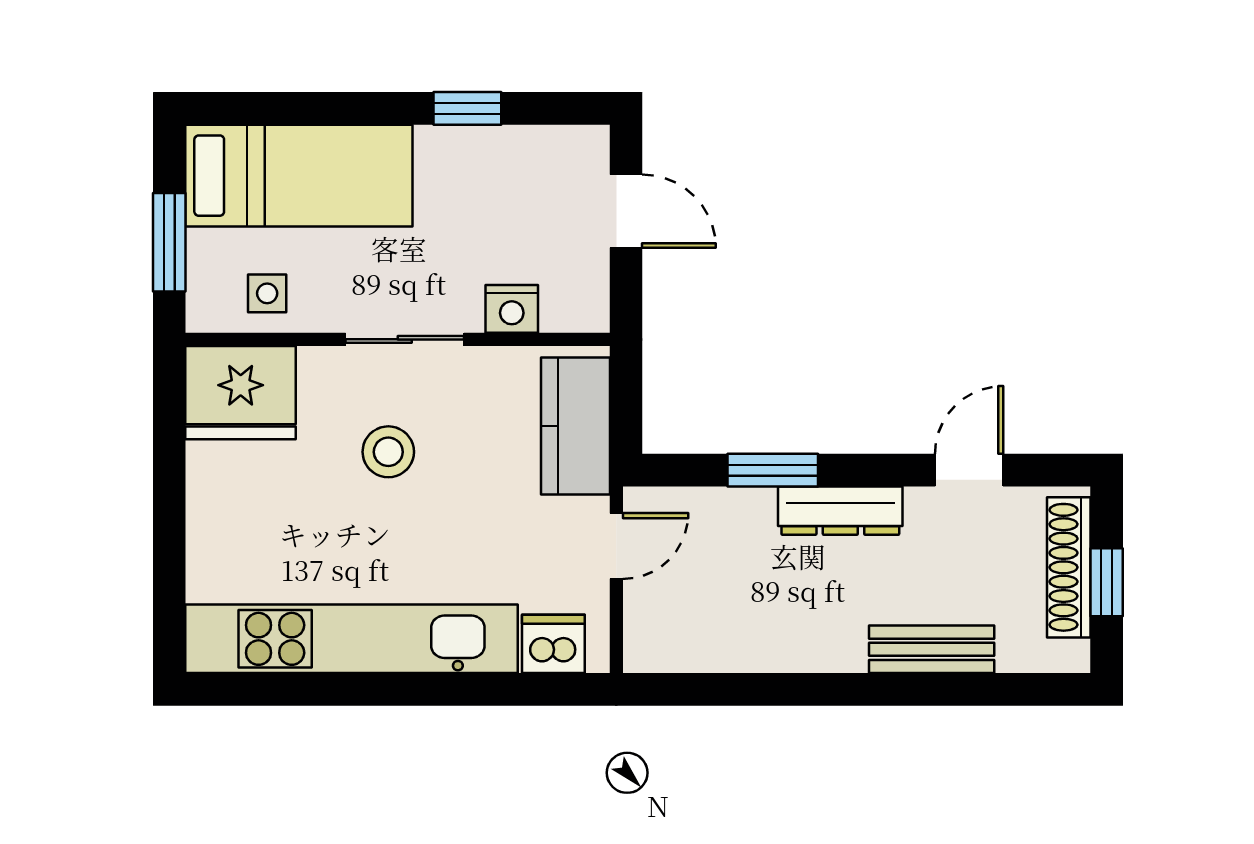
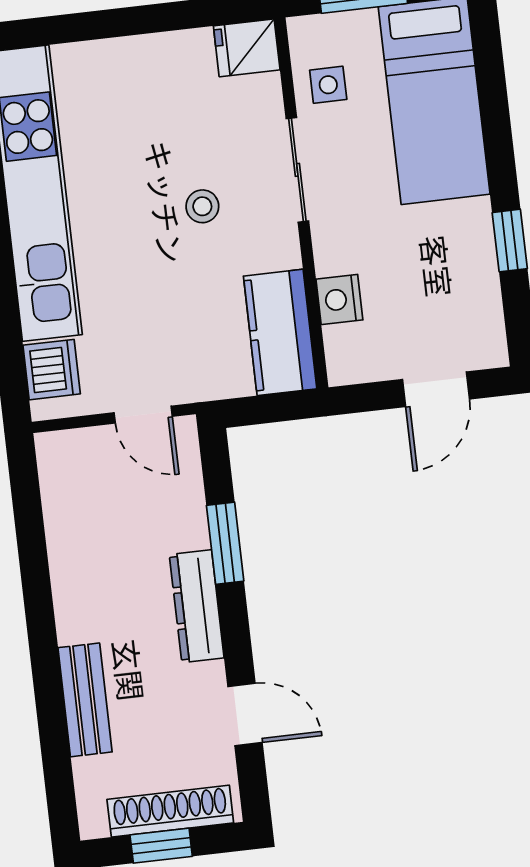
sliding door: (405, 339) -> (297, 170), moved
fridge: (241, 393) -> (247, 48), width x0.53, depth x0.75
kitchen counter: (576, 426) -> (280, 332), moved, turned -90
stool: (388, 452) -> (202, 206), width x0.73, depth x0.73

